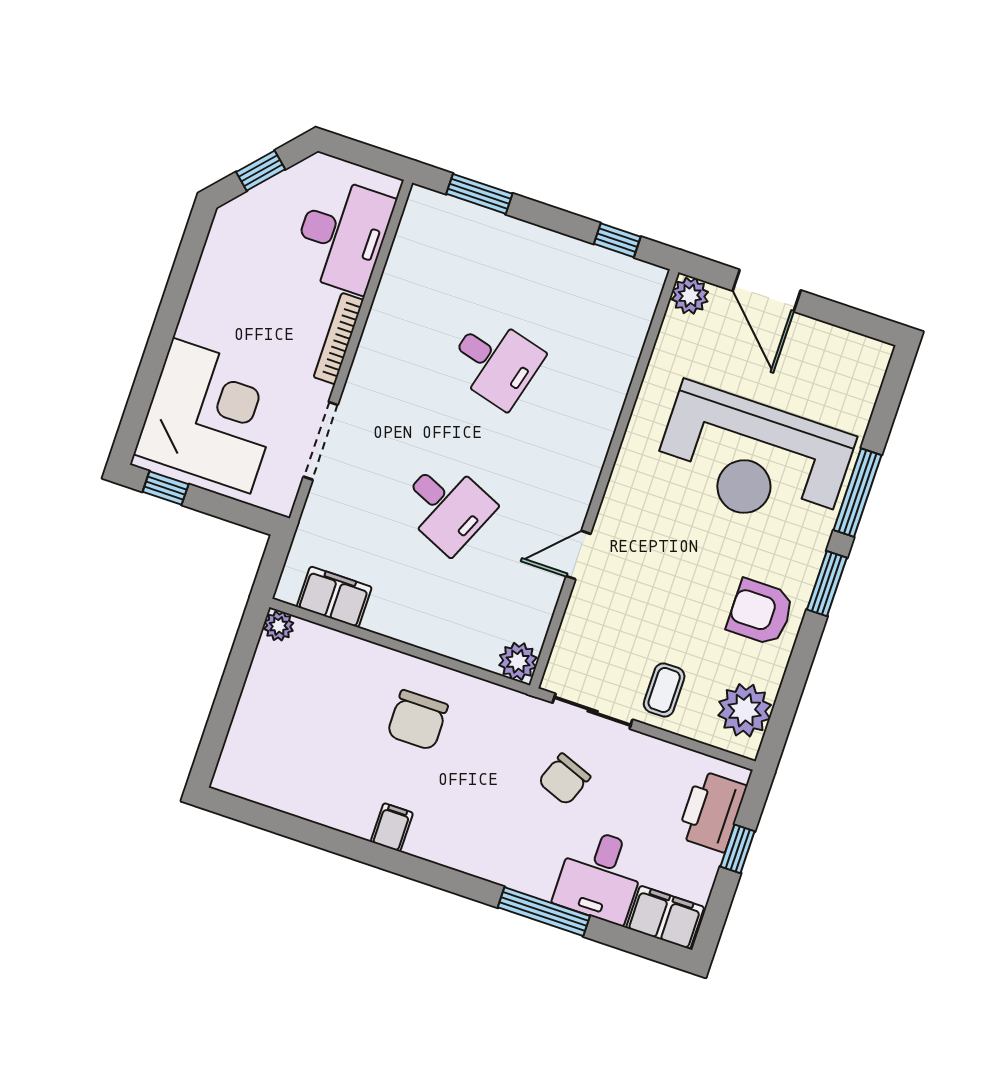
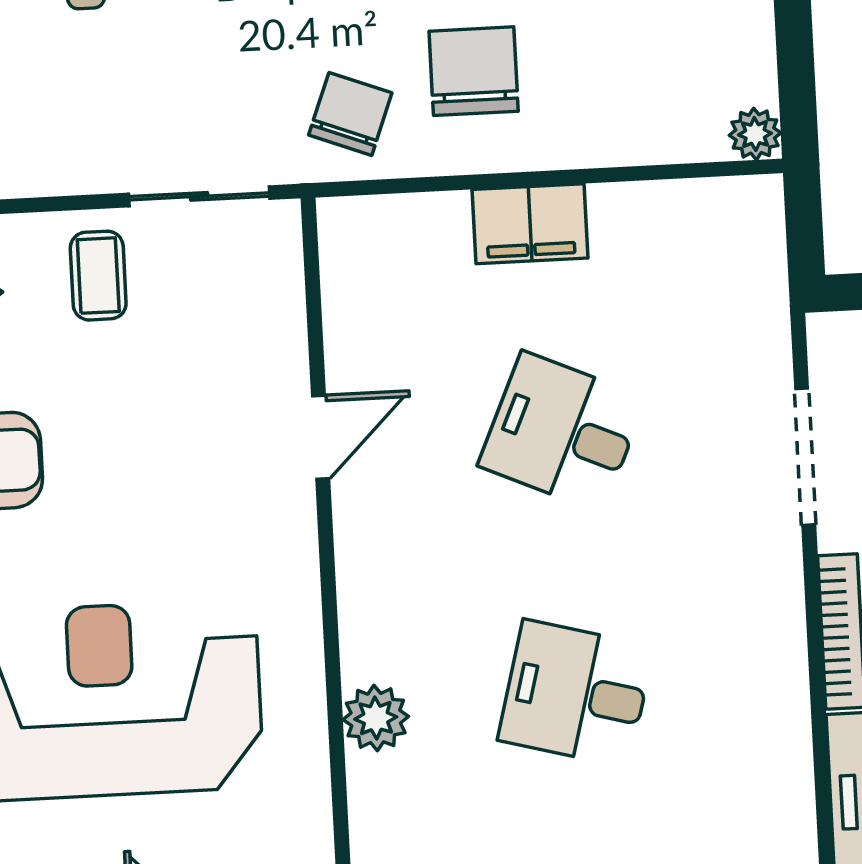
filing cabinet: (334, 597) -> (530, 224), moved
plant: (518, 661) -> (376, 718), moved
chair: (564, 779) -> (350, 114), moved

